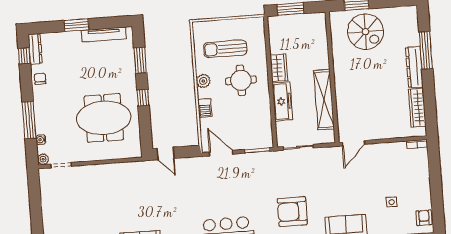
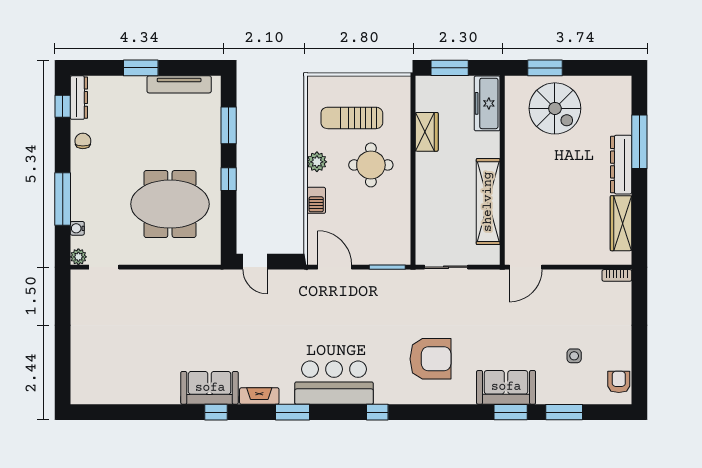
wardrobe: (279, 68) -> (427, 132), moved
freezer: (282, 101) -> (487, 103), moved, turned 180
armchair: (292, 212) -> (430, 359), turned 180

